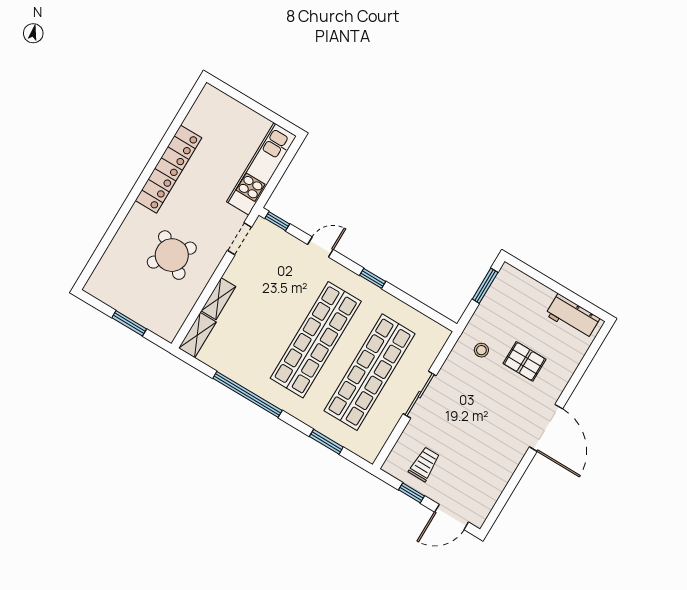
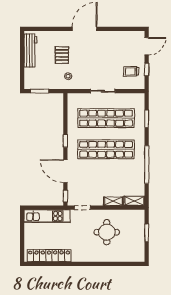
locker: (168, 169) -> (49, 256), moved
door: (320, 247) -> (65, 171), width x1.88
round table: (172, 255) -> (107, 232), turned -38
workbench: (573, 317) -> (30, 51), width x1.37
door: (452, 517) -> (147, 46), hinge flipped

